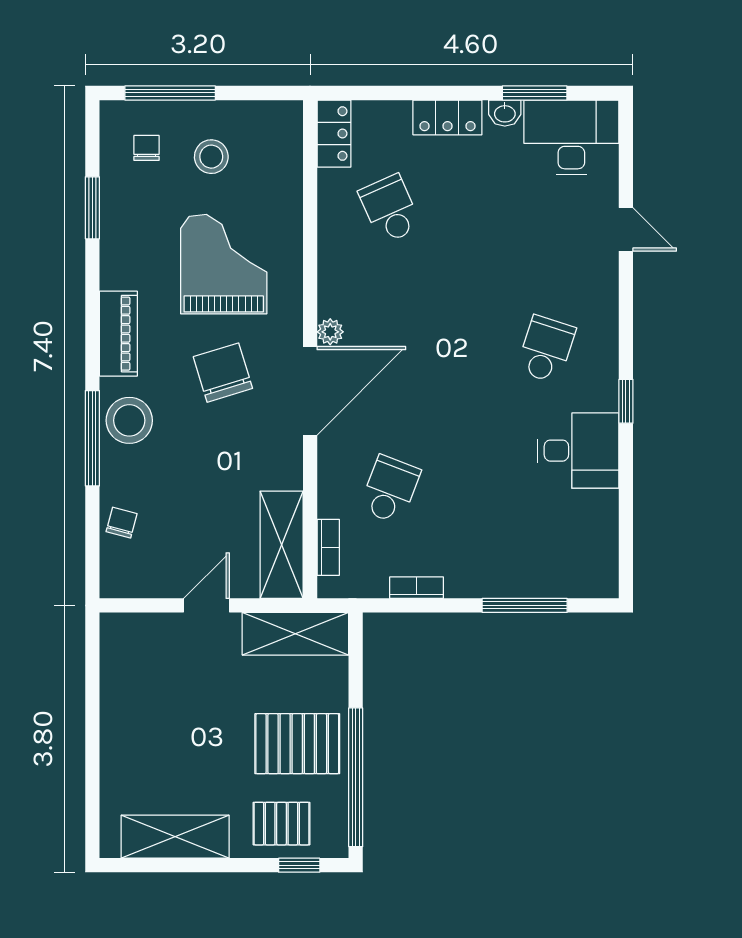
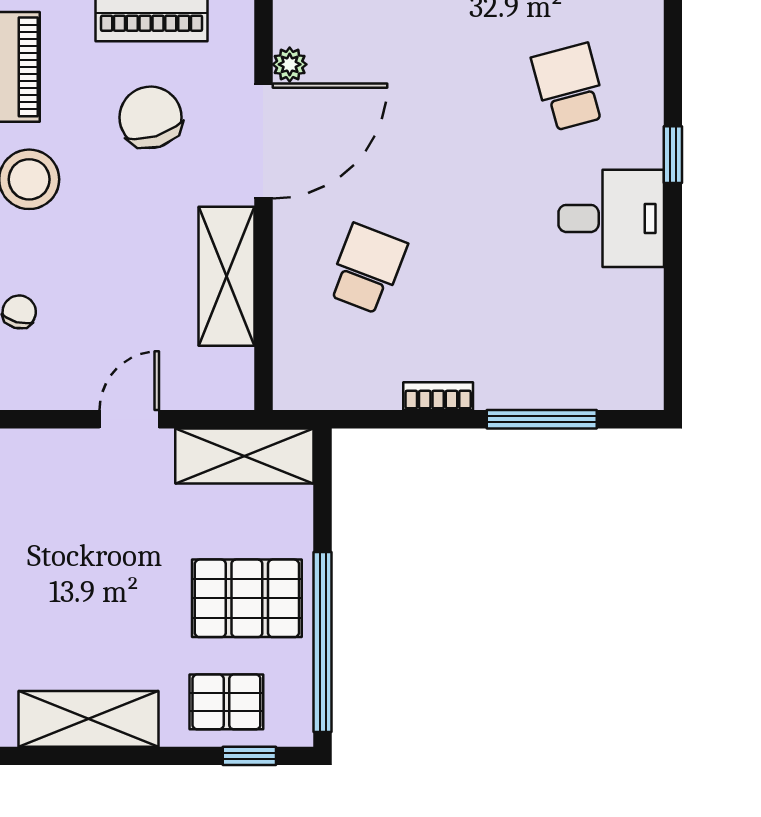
school desk: (546, 349) -> (569, 87), turned -33
shelving: (282, 545) -> (227, 276), moved
bookcase: (328, 547) -> (287, 344), removed
bookcase: (417, 588) -> (438, 396), moved

